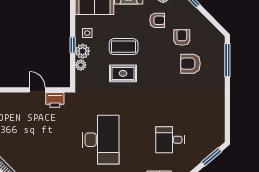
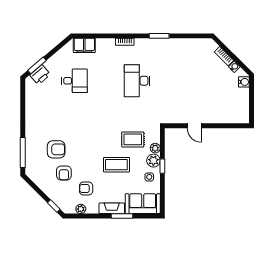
rug: (123, 73) -> (133, 139), moved
printer: (55, 100) -> (40, 75), moved, turned 140
desk: (101, 140) -> (137, 81), width x0.73, depth x0.77

